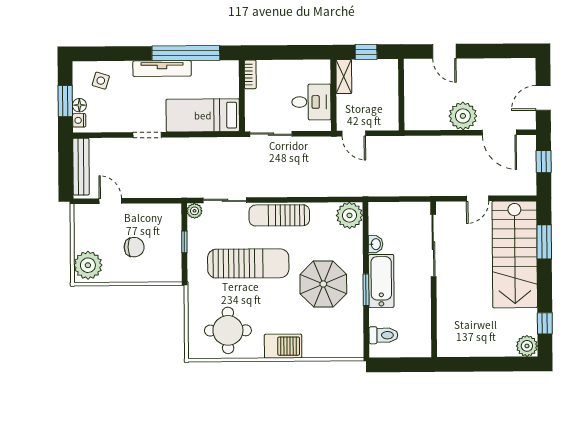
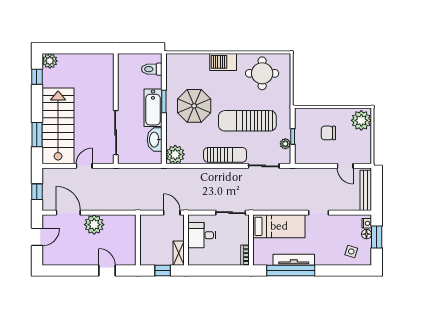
tv unit: (162, 68) -> (294, 260), moved
plant: (194, 211) -> (285, 144), moved
washbasin: (375, 244) -> (155, 140), width x1.91, depth x1.45

